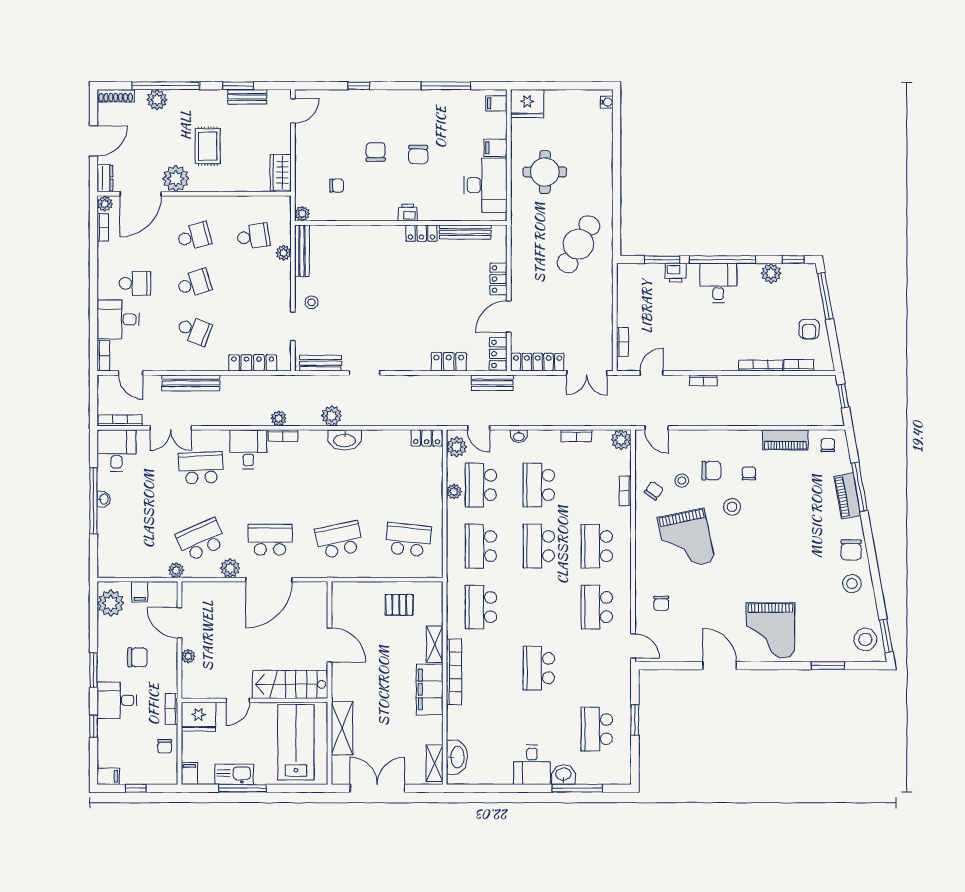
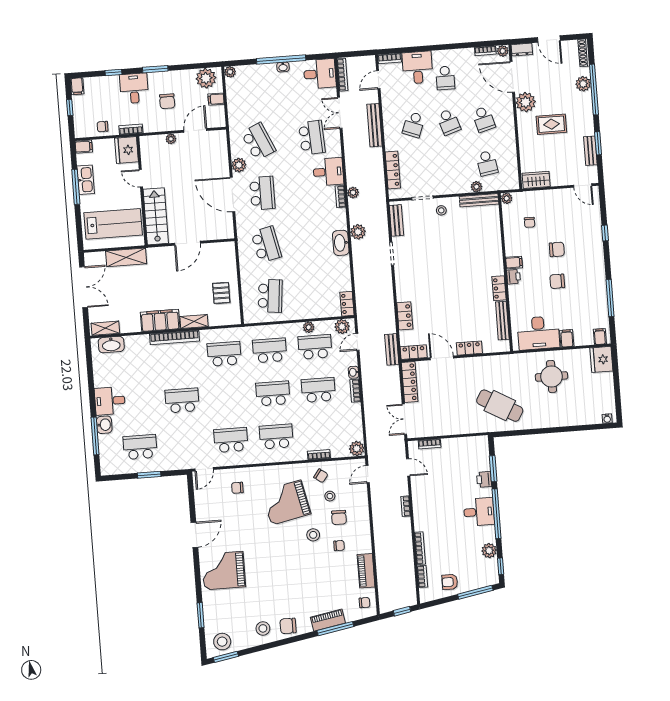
filing cabinet: (389, 211) -> (514, 263), added
bookcase: (576, 436) -> (355, 391), moved
plant: (176, 570) -> (230, 72), moved

